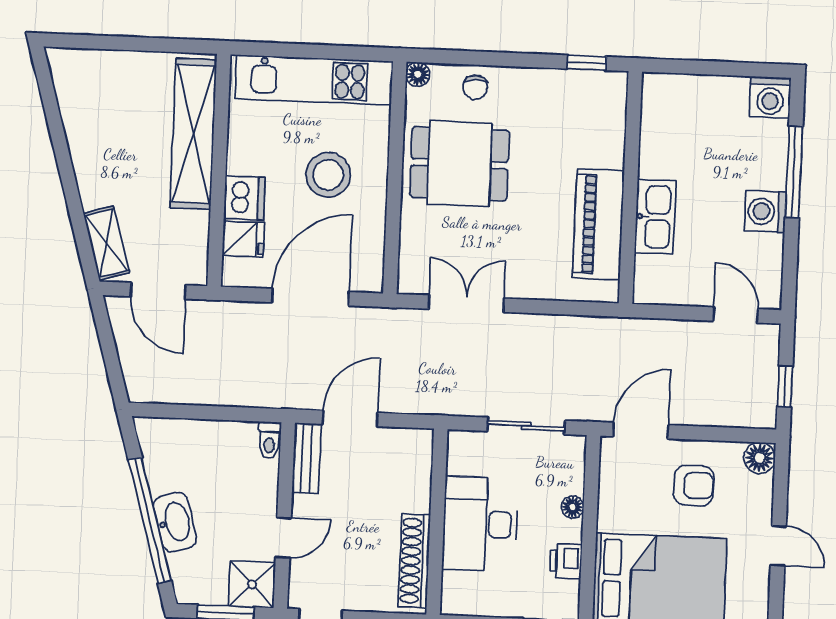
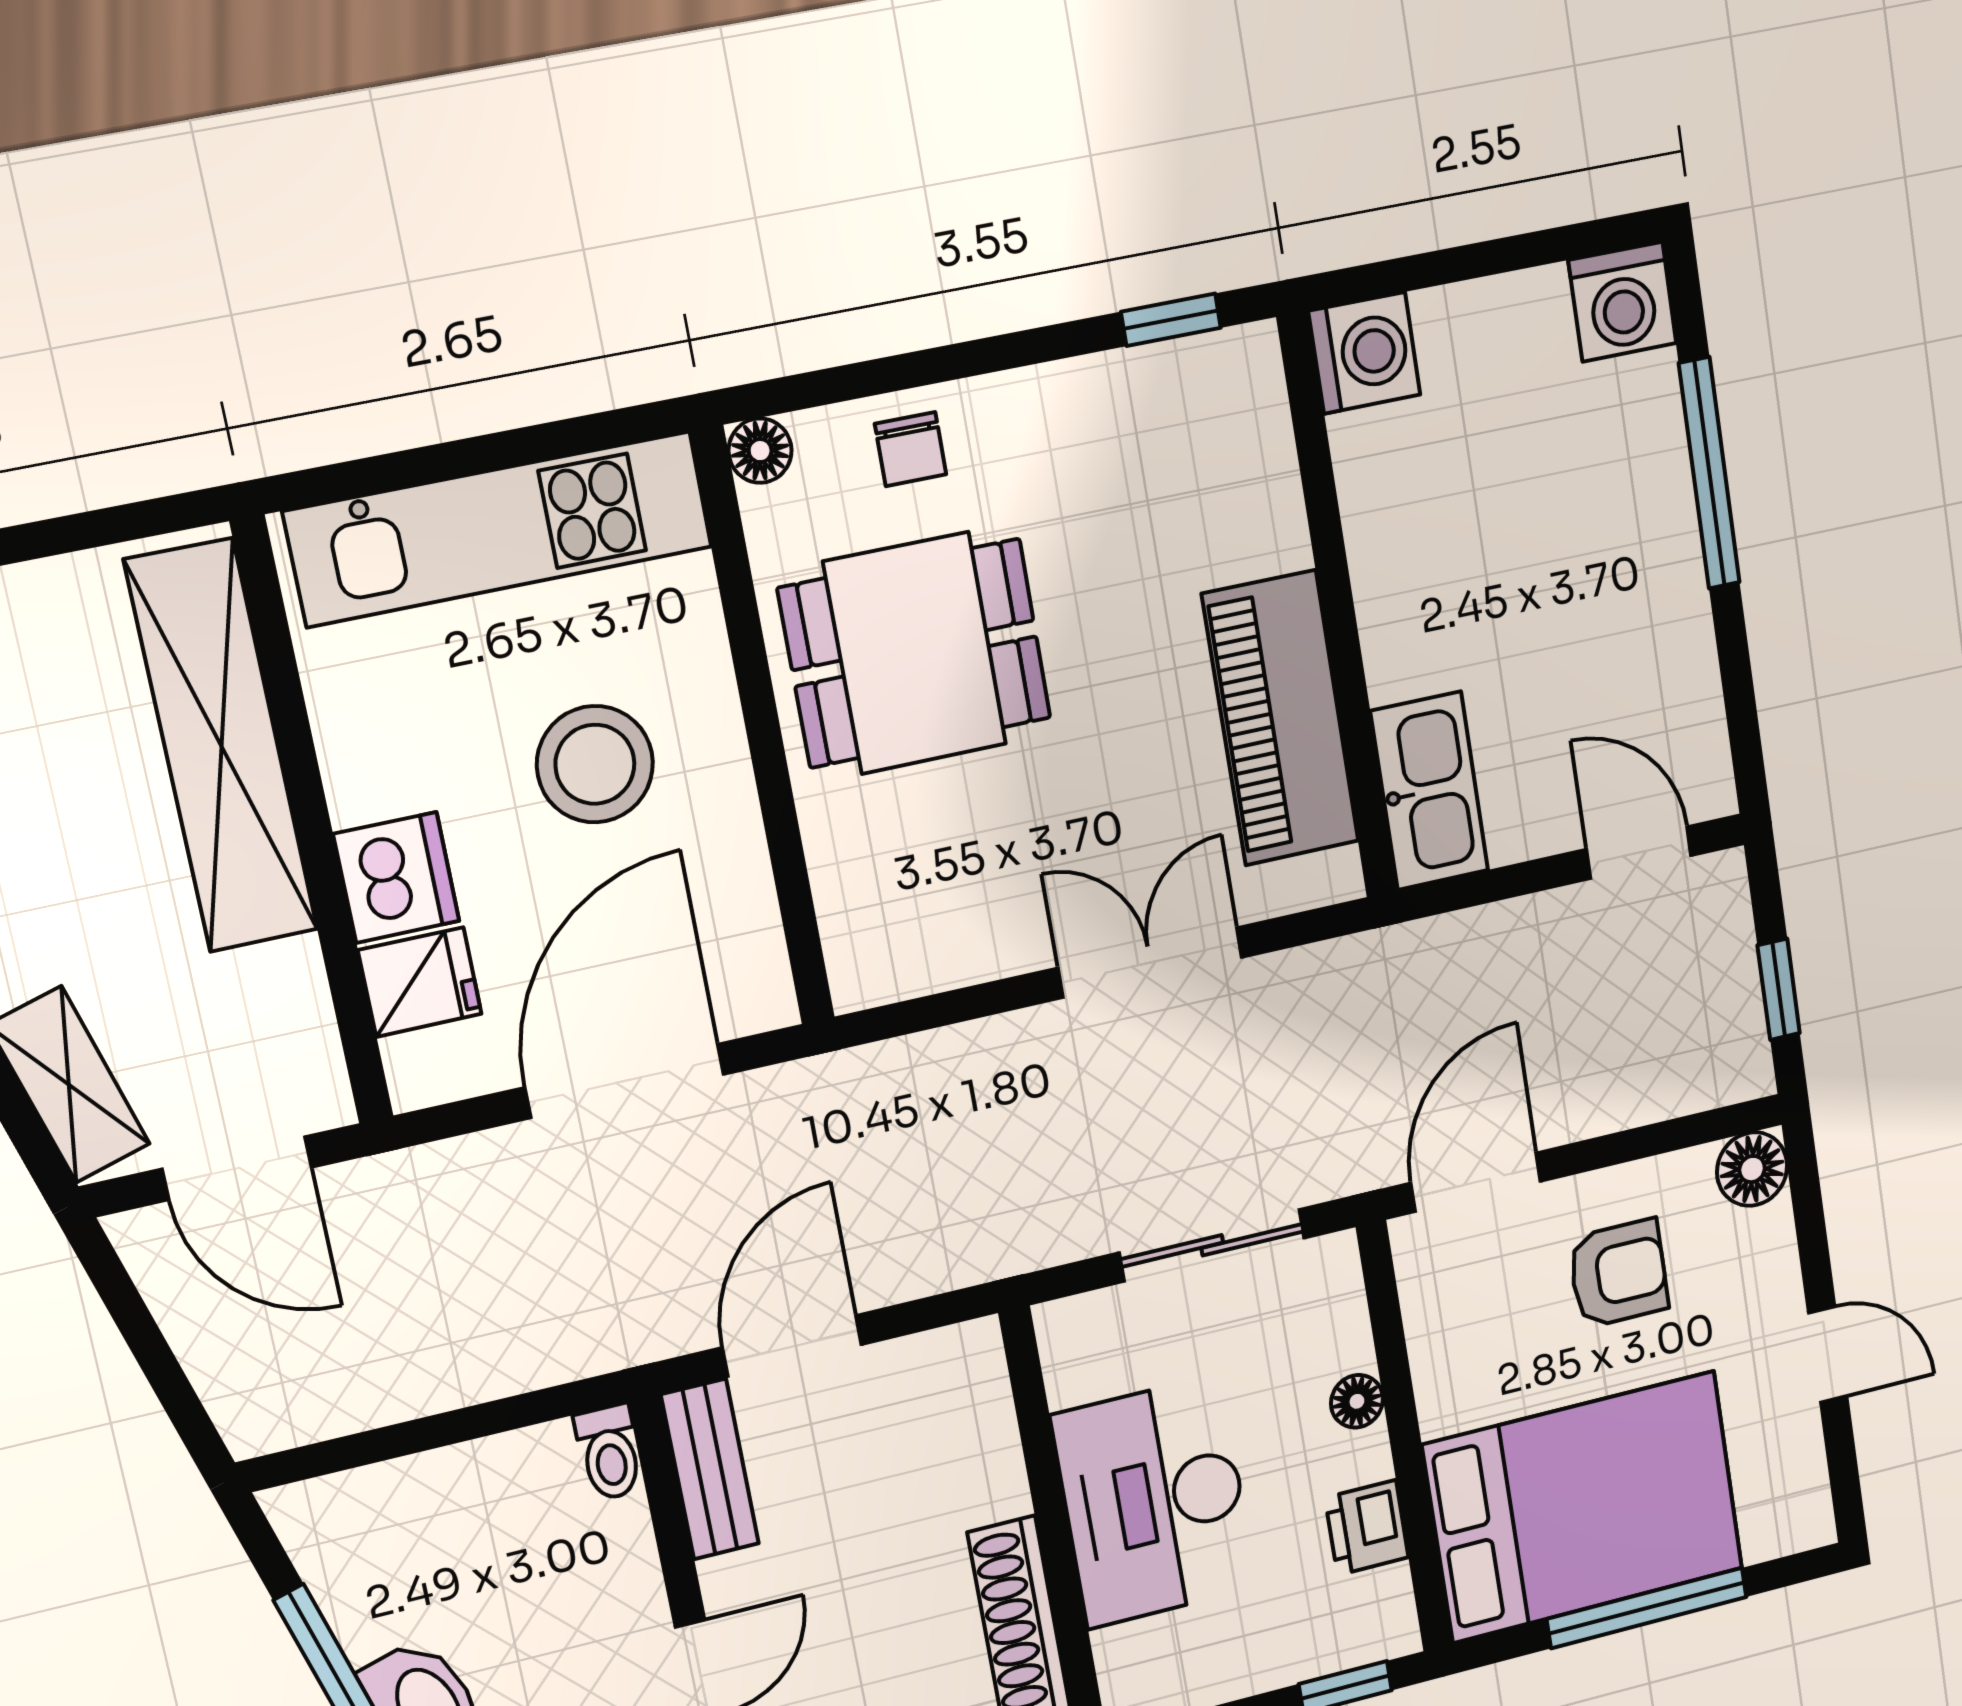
washing machine: (765, 211) -> (1364, 353), moved, turned 180
kitchen sink: (655, 217) -> (1429, 791), moved
double door: (466, 304) -> (1150, 963), moved

